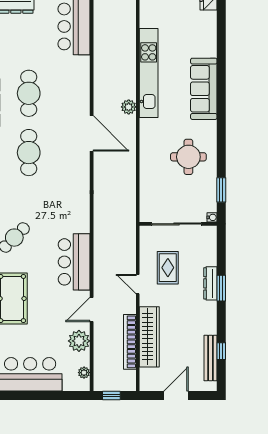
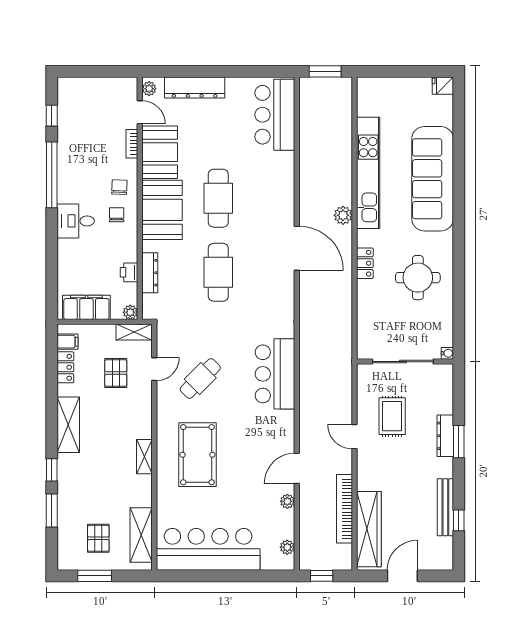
sofa: (204, 89) -> (433, 179), width x1.36, depth x1.27
locker: (146, 145) -> (365, 263), added
window: (221, 190) -> (459, 319), removed
bar counter: (74, 262) -> (275, 374), moved
wardrobe: (149, 337) -> (369, 529), moved
plant: (79, 341) -> (287, 501), width x0.53, depth x0.53
bench: (210, 358) -> (445, 507), moved

